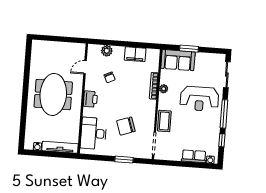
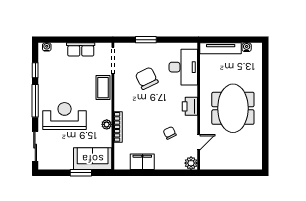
plant: (107, 51) -> (191, 163), moved
chair: (126, 126) -> (147, 78), turned -97
row of seats: (194, 156) -> (81, 49), moved

